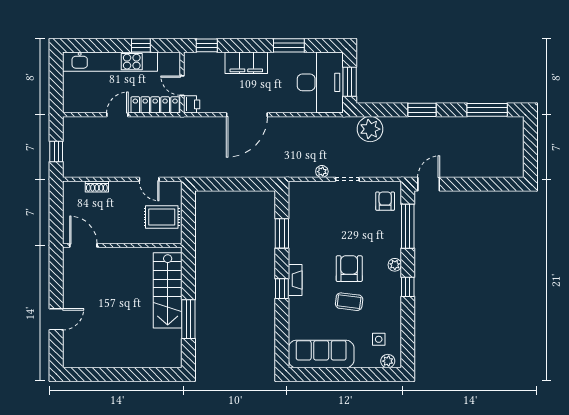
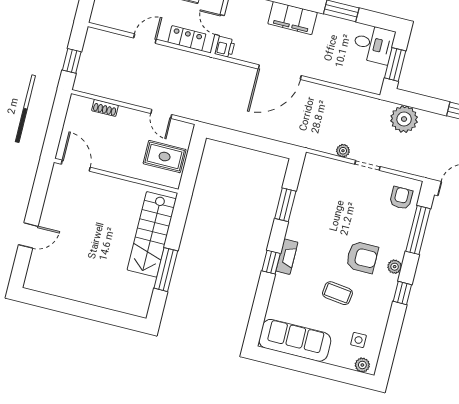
desk: (320, 82) -> (374, 44), width x0.53, depth x0.77
locker: (155, 105) -> (187, 38), width x0.66
armchair: (349, 269) -> (362, 257), moved, turned 90

